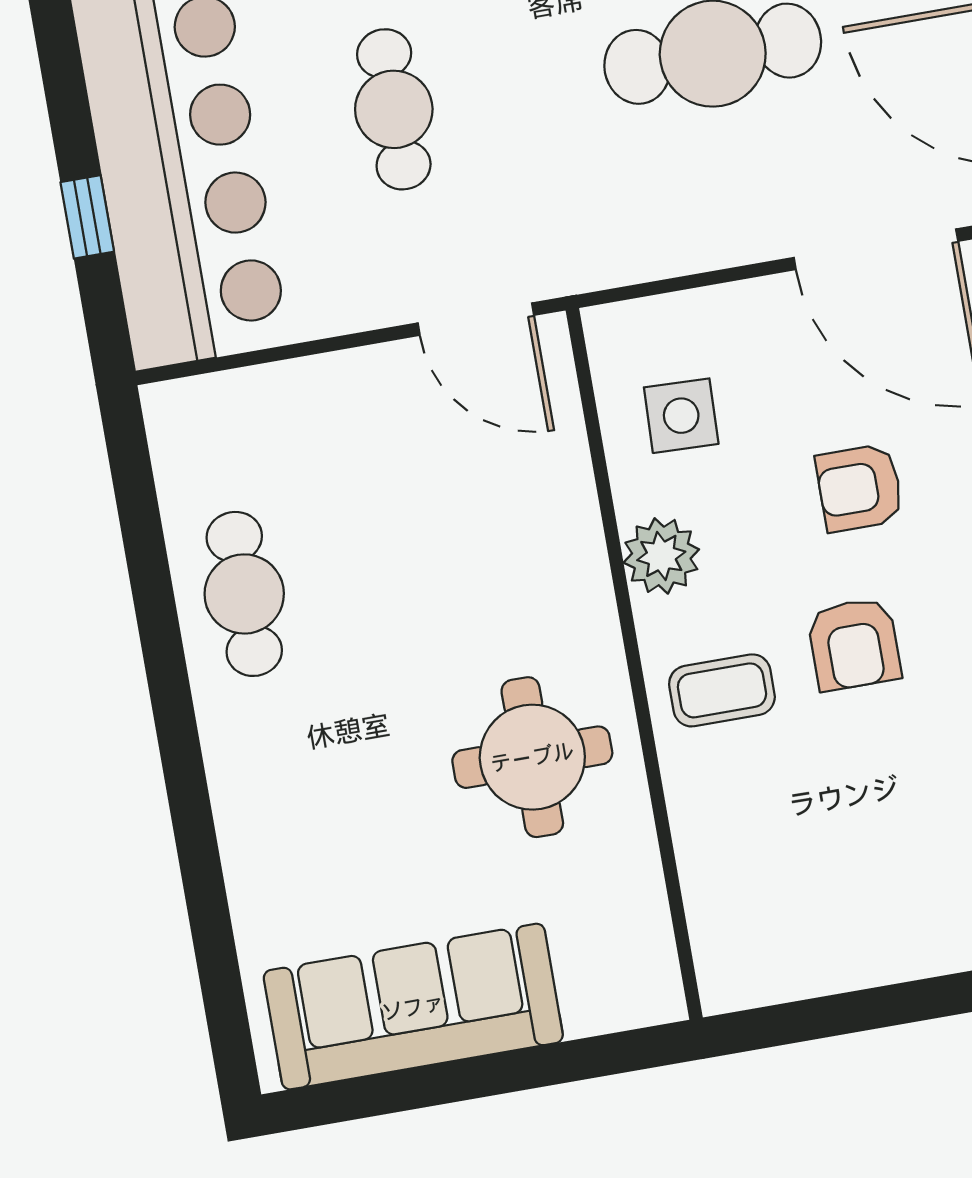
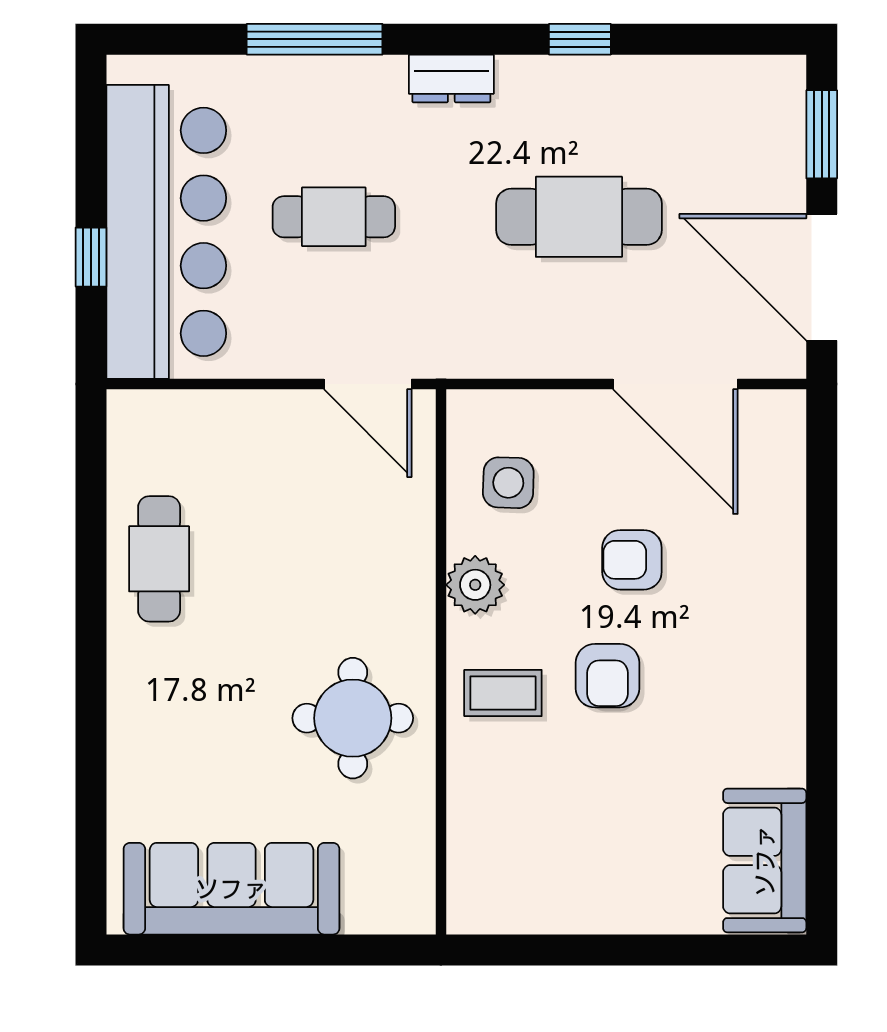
cafe table: (394, 109) -> (334, 217), turned 90

